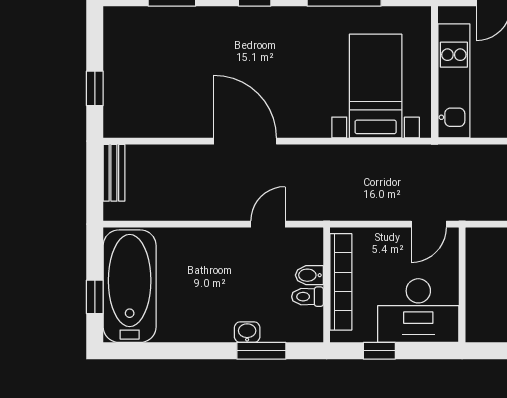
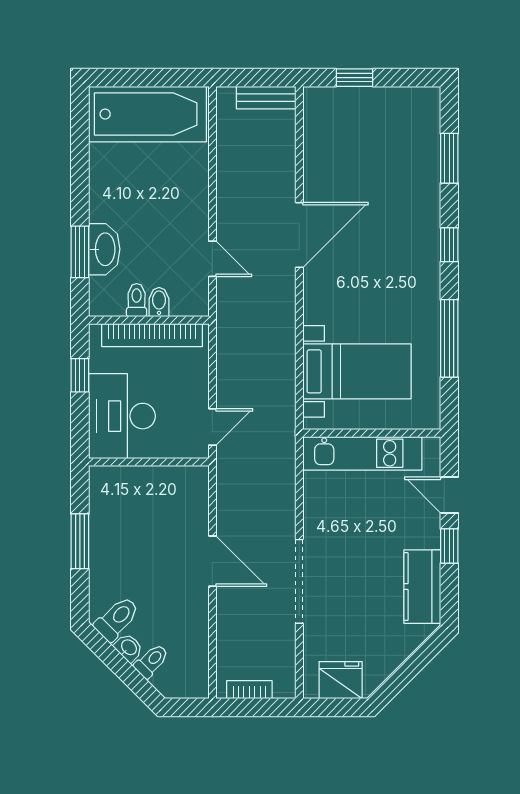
door: (429, 224) -> (212, 427), swing flipped
window: (95, 297) -> (136, 78), removed
washbasin: (247, 332) -> (104, 249), width x1.91, depth x1.45

